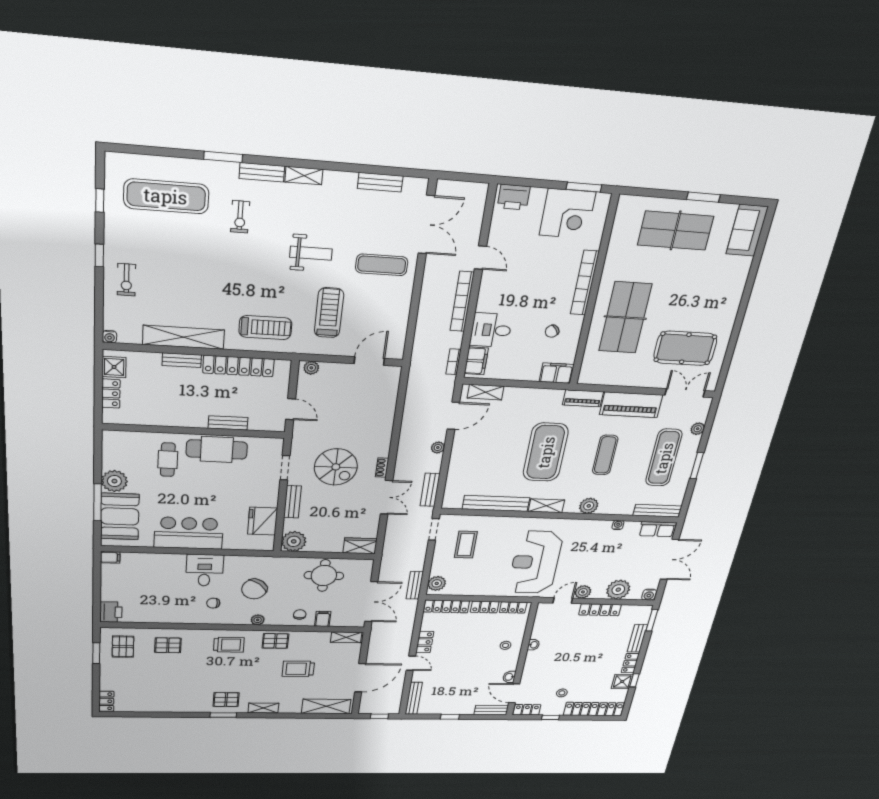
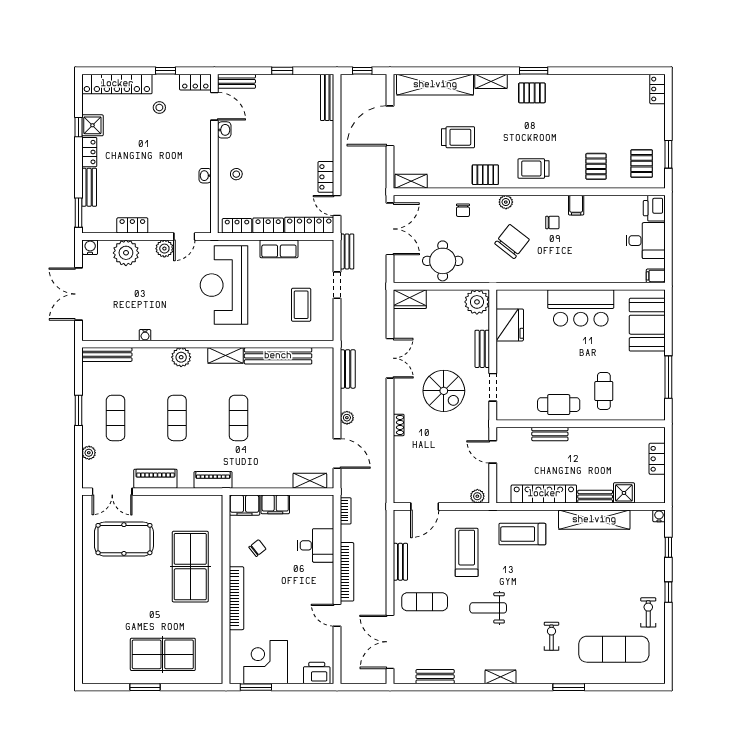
bench: (262, 172) -> (400, 562), moved, turned 90
window: (100, 200) -> (668, 547), moved
sofa: (747, 230) -> (96, 660), removed
exercise bike: (126, 280) -> (648, 612), moved
treadmill: (329, 313) -> (467, 552), turned 180
filing cabinet: (476, 361) -> (275, 504), moved, turned -90
shower: (114, 367) -> (624, 493), moved
piano: (631, 405) -> (155, 479), width x0.73, depth x0.75
door: (453, 416) -> (337, 454), swing flipped
cafe table: (217, 449) -> (559, 405), width x0.73, depth x0.74
exercise mat: (546, 452) -> (238, 418), width x0.50, depth x0.69
exercise mat: (664, 458) -> (116, 418), width x0.73, depth x0.69
spiral stairs: (336, 467) -> (444, 391), turned 180
shoe rack: (382, 468) -> (399, 425), moved
plant: (114, 481) -> (653, 365), removed
double door: (387, 497) -> (390, 358), swing flipped
window: (97, 502) -> (668, 377), moved
doorway: (434, 529) -> (337, 285), moved
row of seats: (657, 529) -> (279, 249), moved, turned 180
reception desk: (535, 562) -> (224, 285), turned 180
desk: (205, 570) -> (646, 241), moved, turned -90
plant: (437, 583) -> (324, 255), removed
double door: (371, 602) -> (390, 229), swing flipped
locker: (600, 610) -> (132, 225), width x0.66
filing cabinet: (323, 619) -> (576, 205), moved
pallet: (168, 645) -> (596, 166), turned 90
door: (411, 663) -> (337, 206), moved
shelving: (326, 706) -> (435, 85), width x1.47

